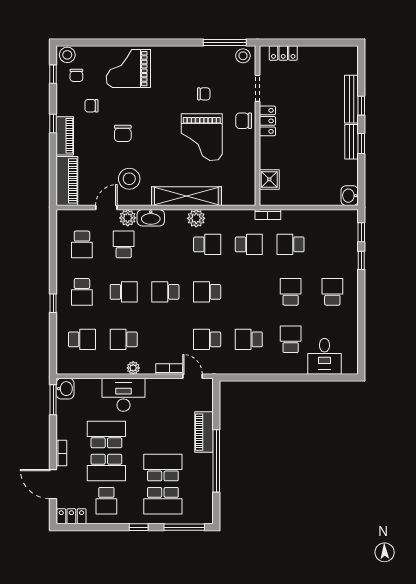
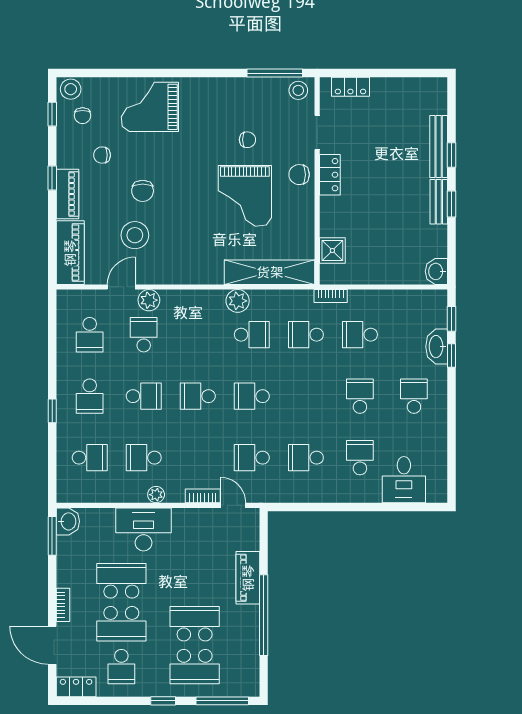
stool: (129, 179) -> (135, 235), moved
shelving: (186, 196) -> (270, 272), moved
washbasin: (151, 218) -> (437, 347), moved, turned 90
school desk: (249, 244) -> (306, 335), turned 180

